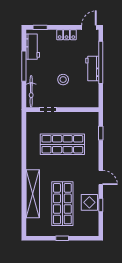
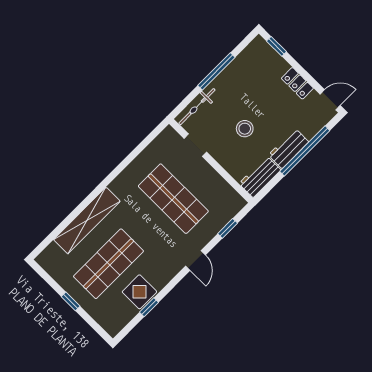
workbench: (33, 47) -> (260, 177), moved, turned 180
door: (101, 177) -> (196, 261), moved

